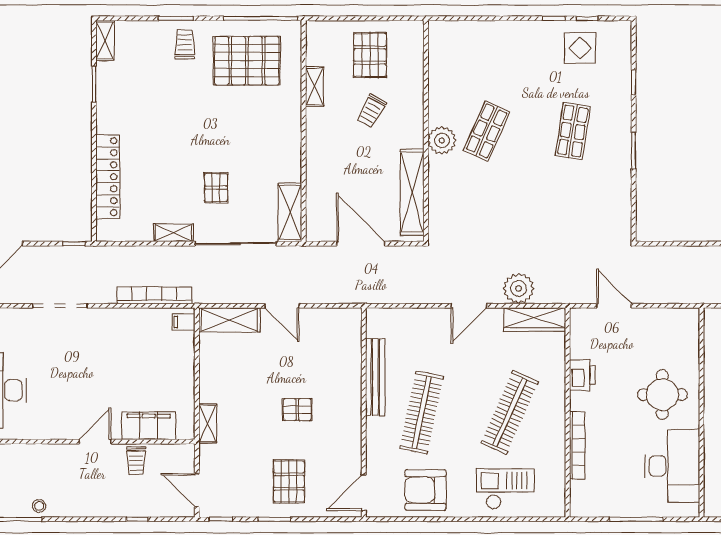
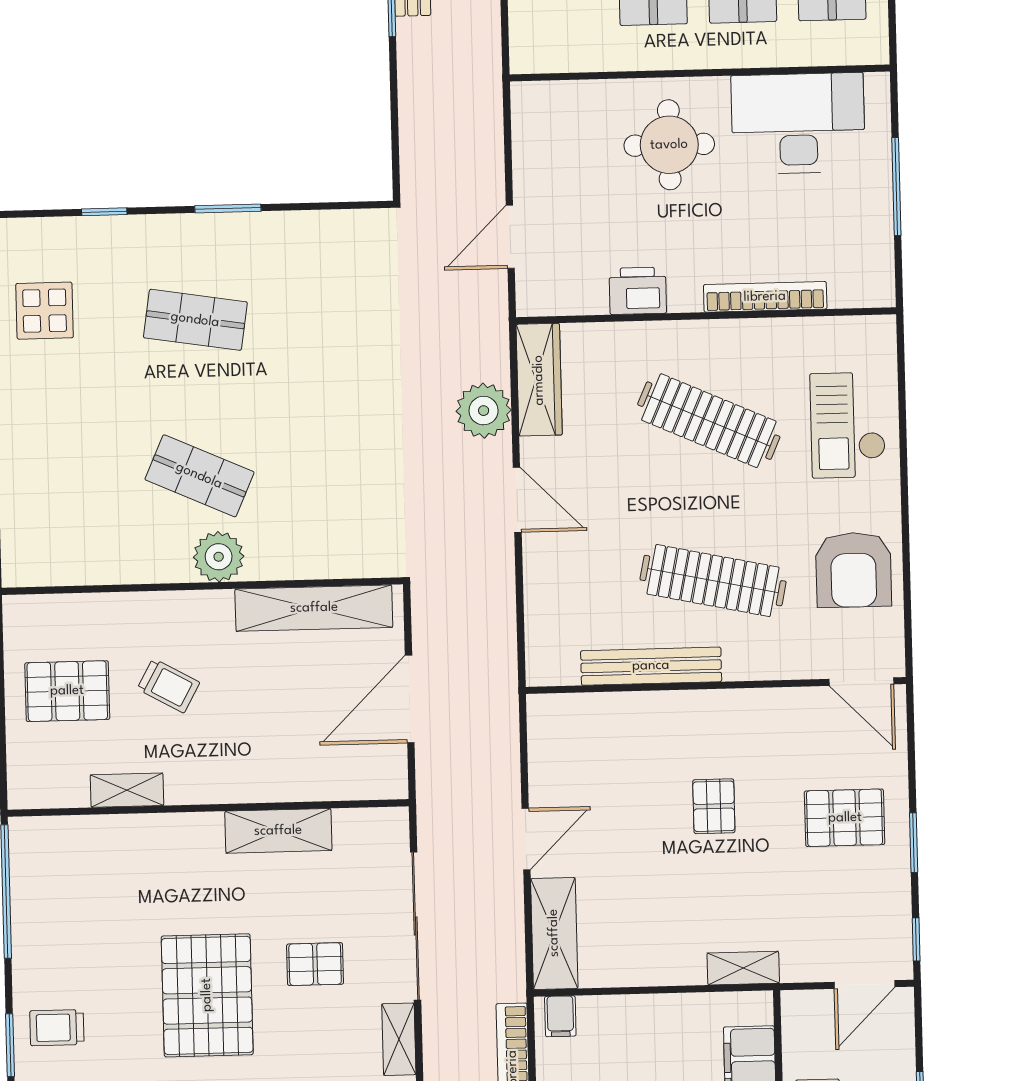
pallet: (247, 61) -> (207, 995), moved
shelving: (290, 212) -> (278, 831), moved

